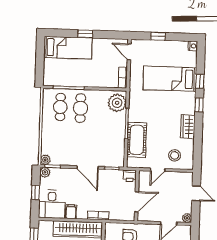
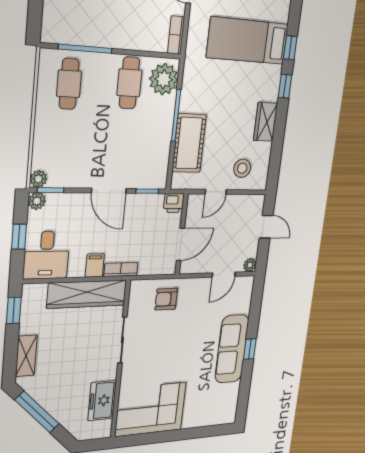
cafe table: (80, 108) -> (129, 83), moved
filing cabinet: (71, 212) -> (95, 265), moved

